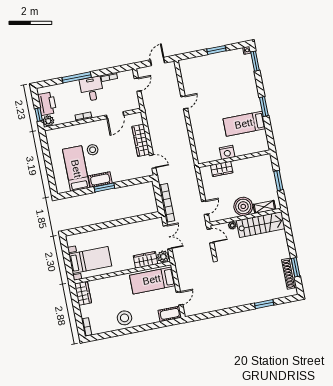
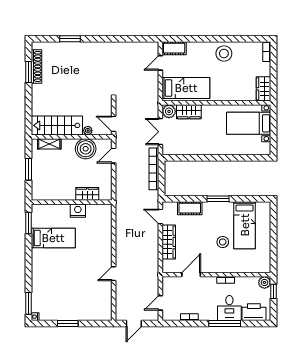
desk: (92, 89) -> (229, 308), moved
printer: (47, 104) -> (254, 312), moved, turned 90
window: (264, 106) -> (28, 223), moved
cot: (100, 180) -> (190, 208), moved
boiler: (243, 206) -> (86, 149), moved

